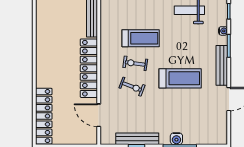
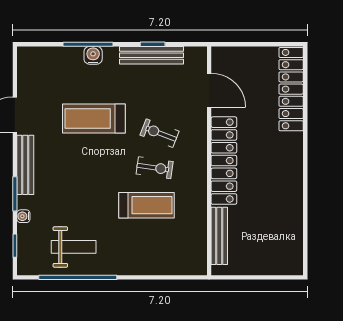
treadmill: (141, 38) -> (147, 205), turned 180
treadmill: (180, 78) -> (94, 118), moved

